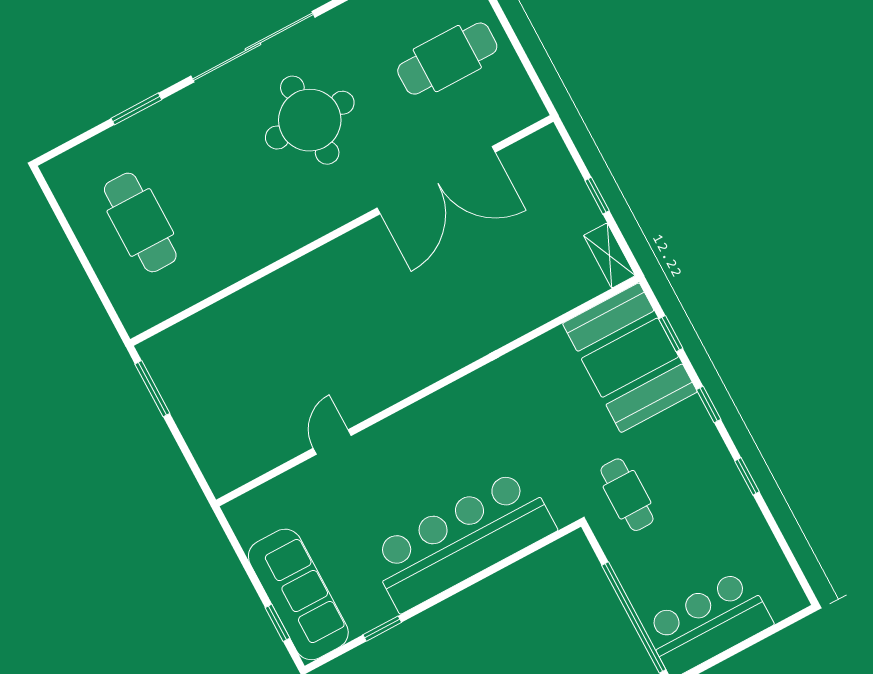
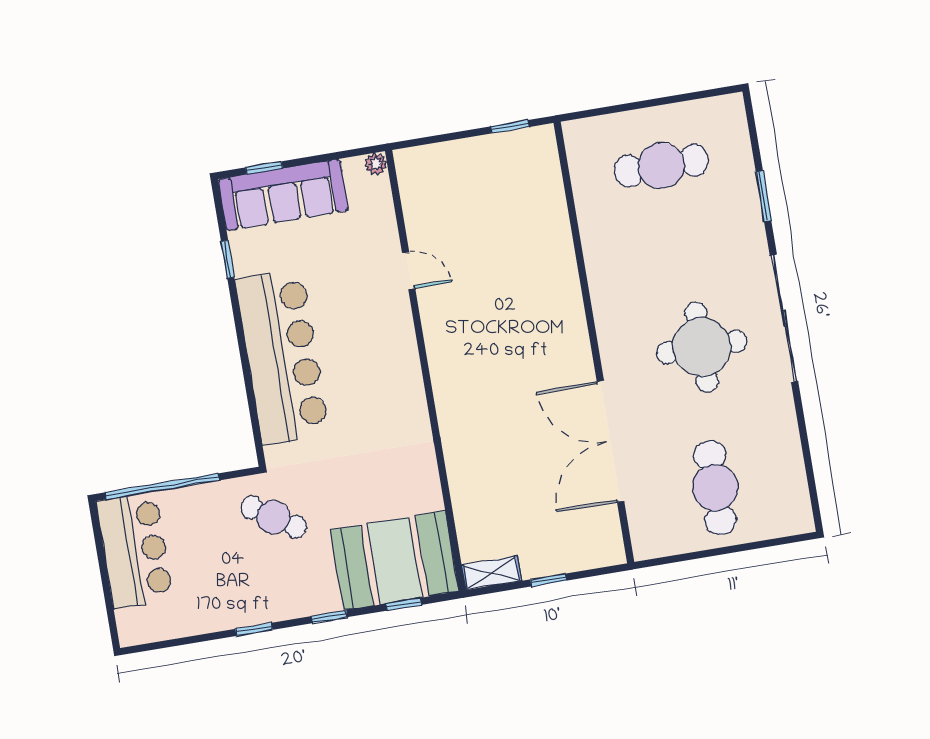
window: (152, 389) -> (510, 127), width x0.67
cafe table: (627, 495) -> (273, 517), turned 33
plant: (236, 511) -> (376, 164), added

